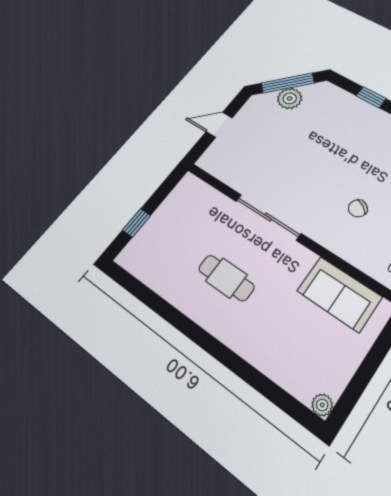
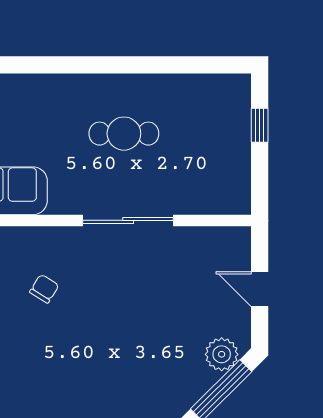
plant: (290, 98) -> (222, 354), moved
door: (219, 125) -> (260, 289), swing flipped

